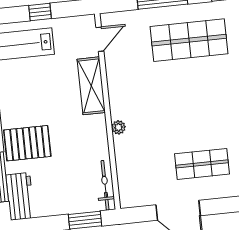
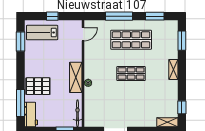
shelving: (91, 86) -> (76, 77), moved
shop shelf: (202, 164) -> (131, 74), moved

